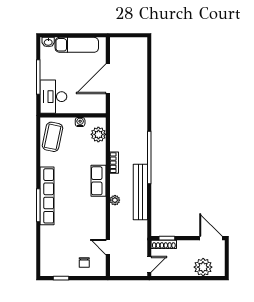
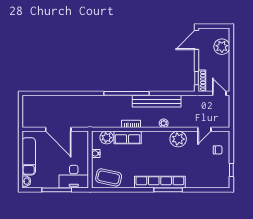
row of seats: (99, 181) -> (128, 137), moved
plant: (97, 217) -> (178, 139), added

